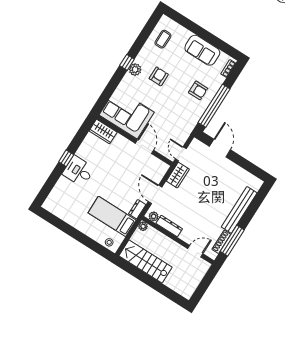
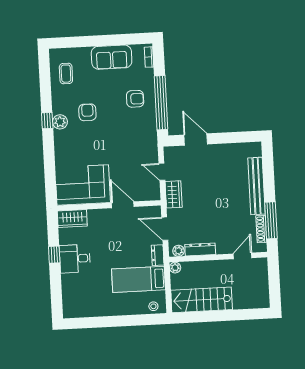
corner sofa: (127, 114) -> (83, 185), moved
wardrobe: (103, 131) -> (72, 219), moved
wall: (135, 140) -> (109, 205), moved
door: (145, 147) -> (123, 205), moved

